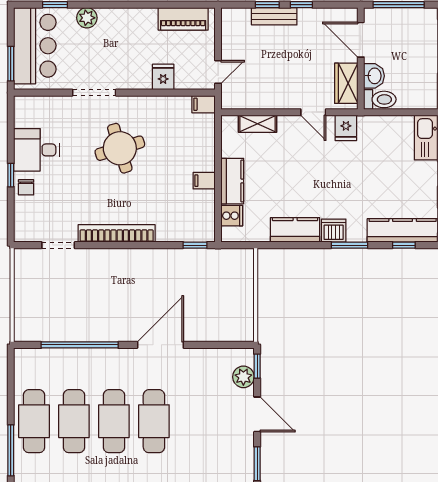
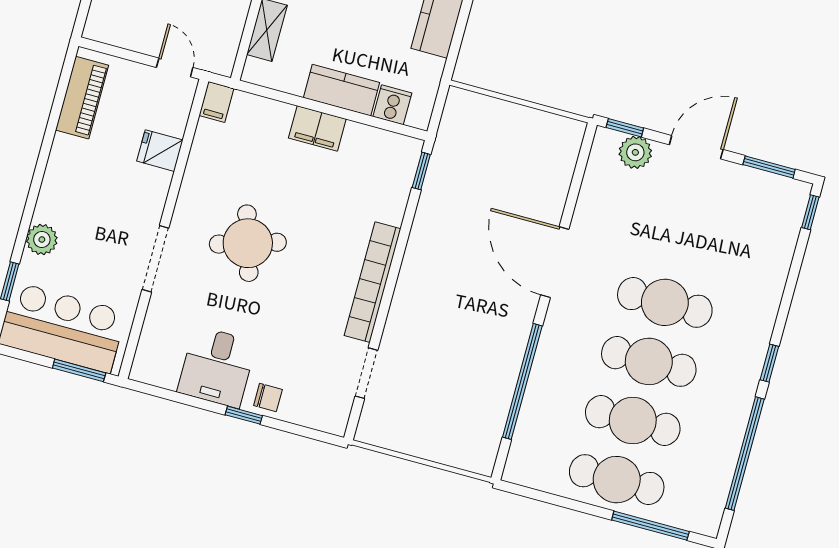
filing cabinet: (204, 181) -> (317, 128), width x2.00

